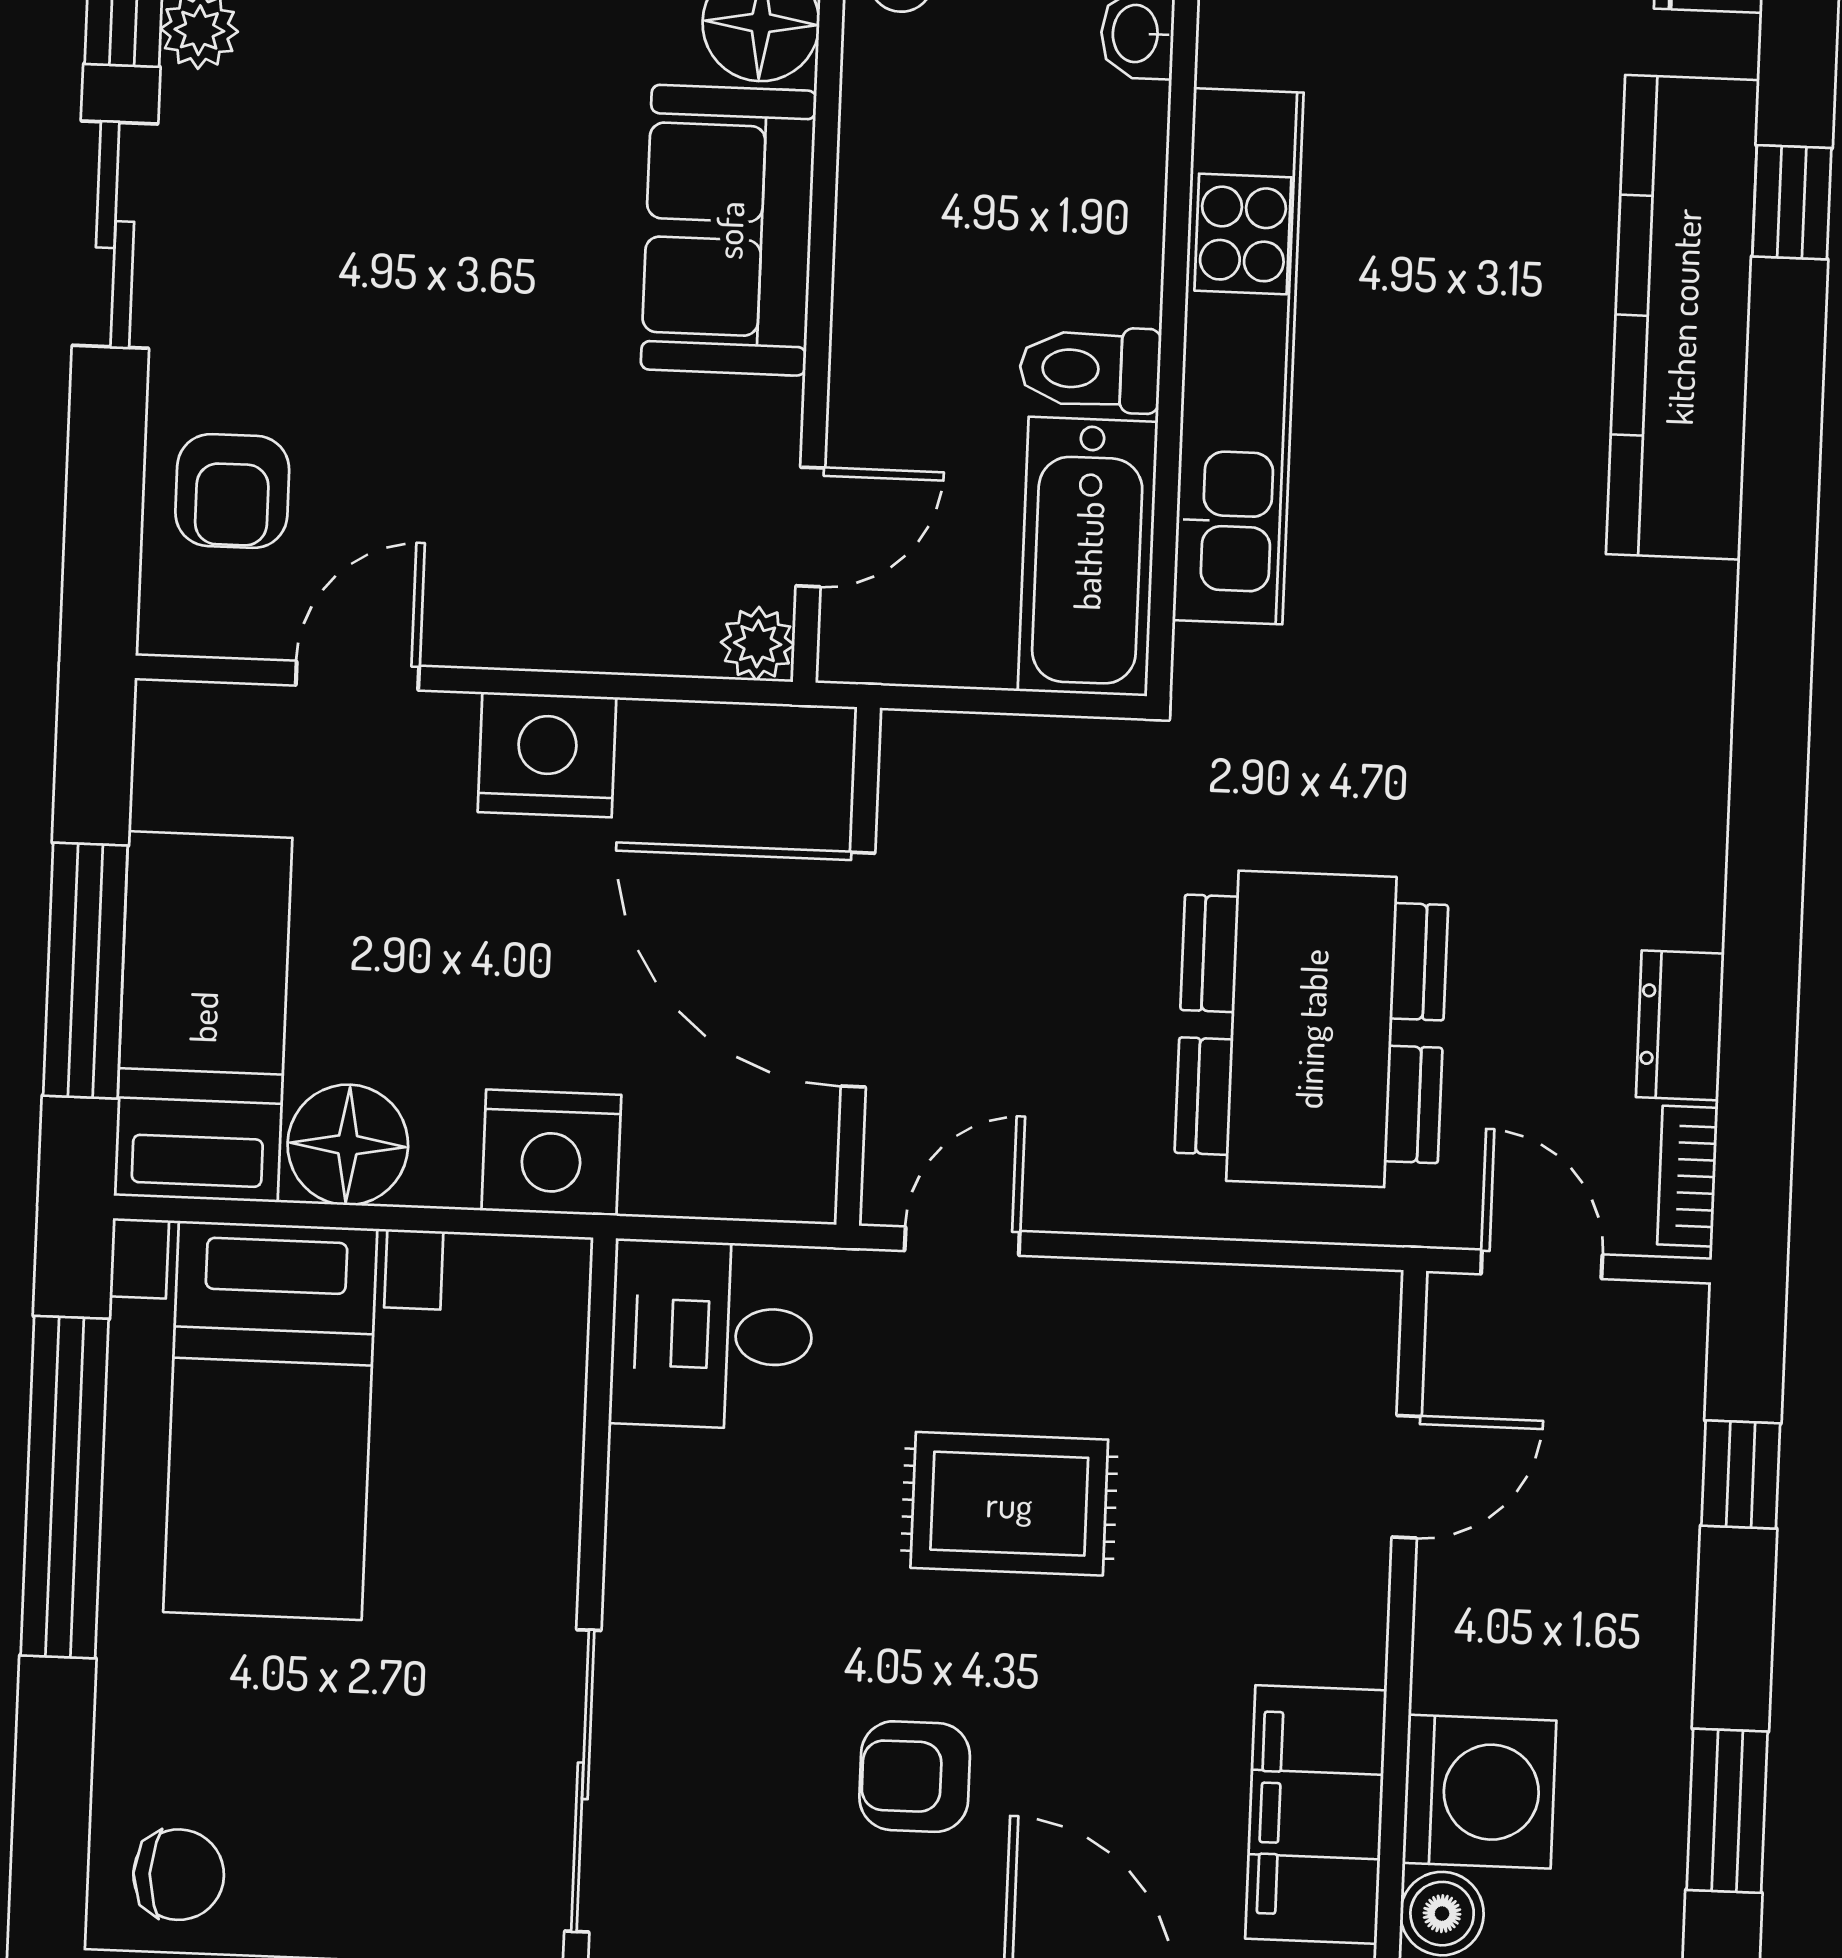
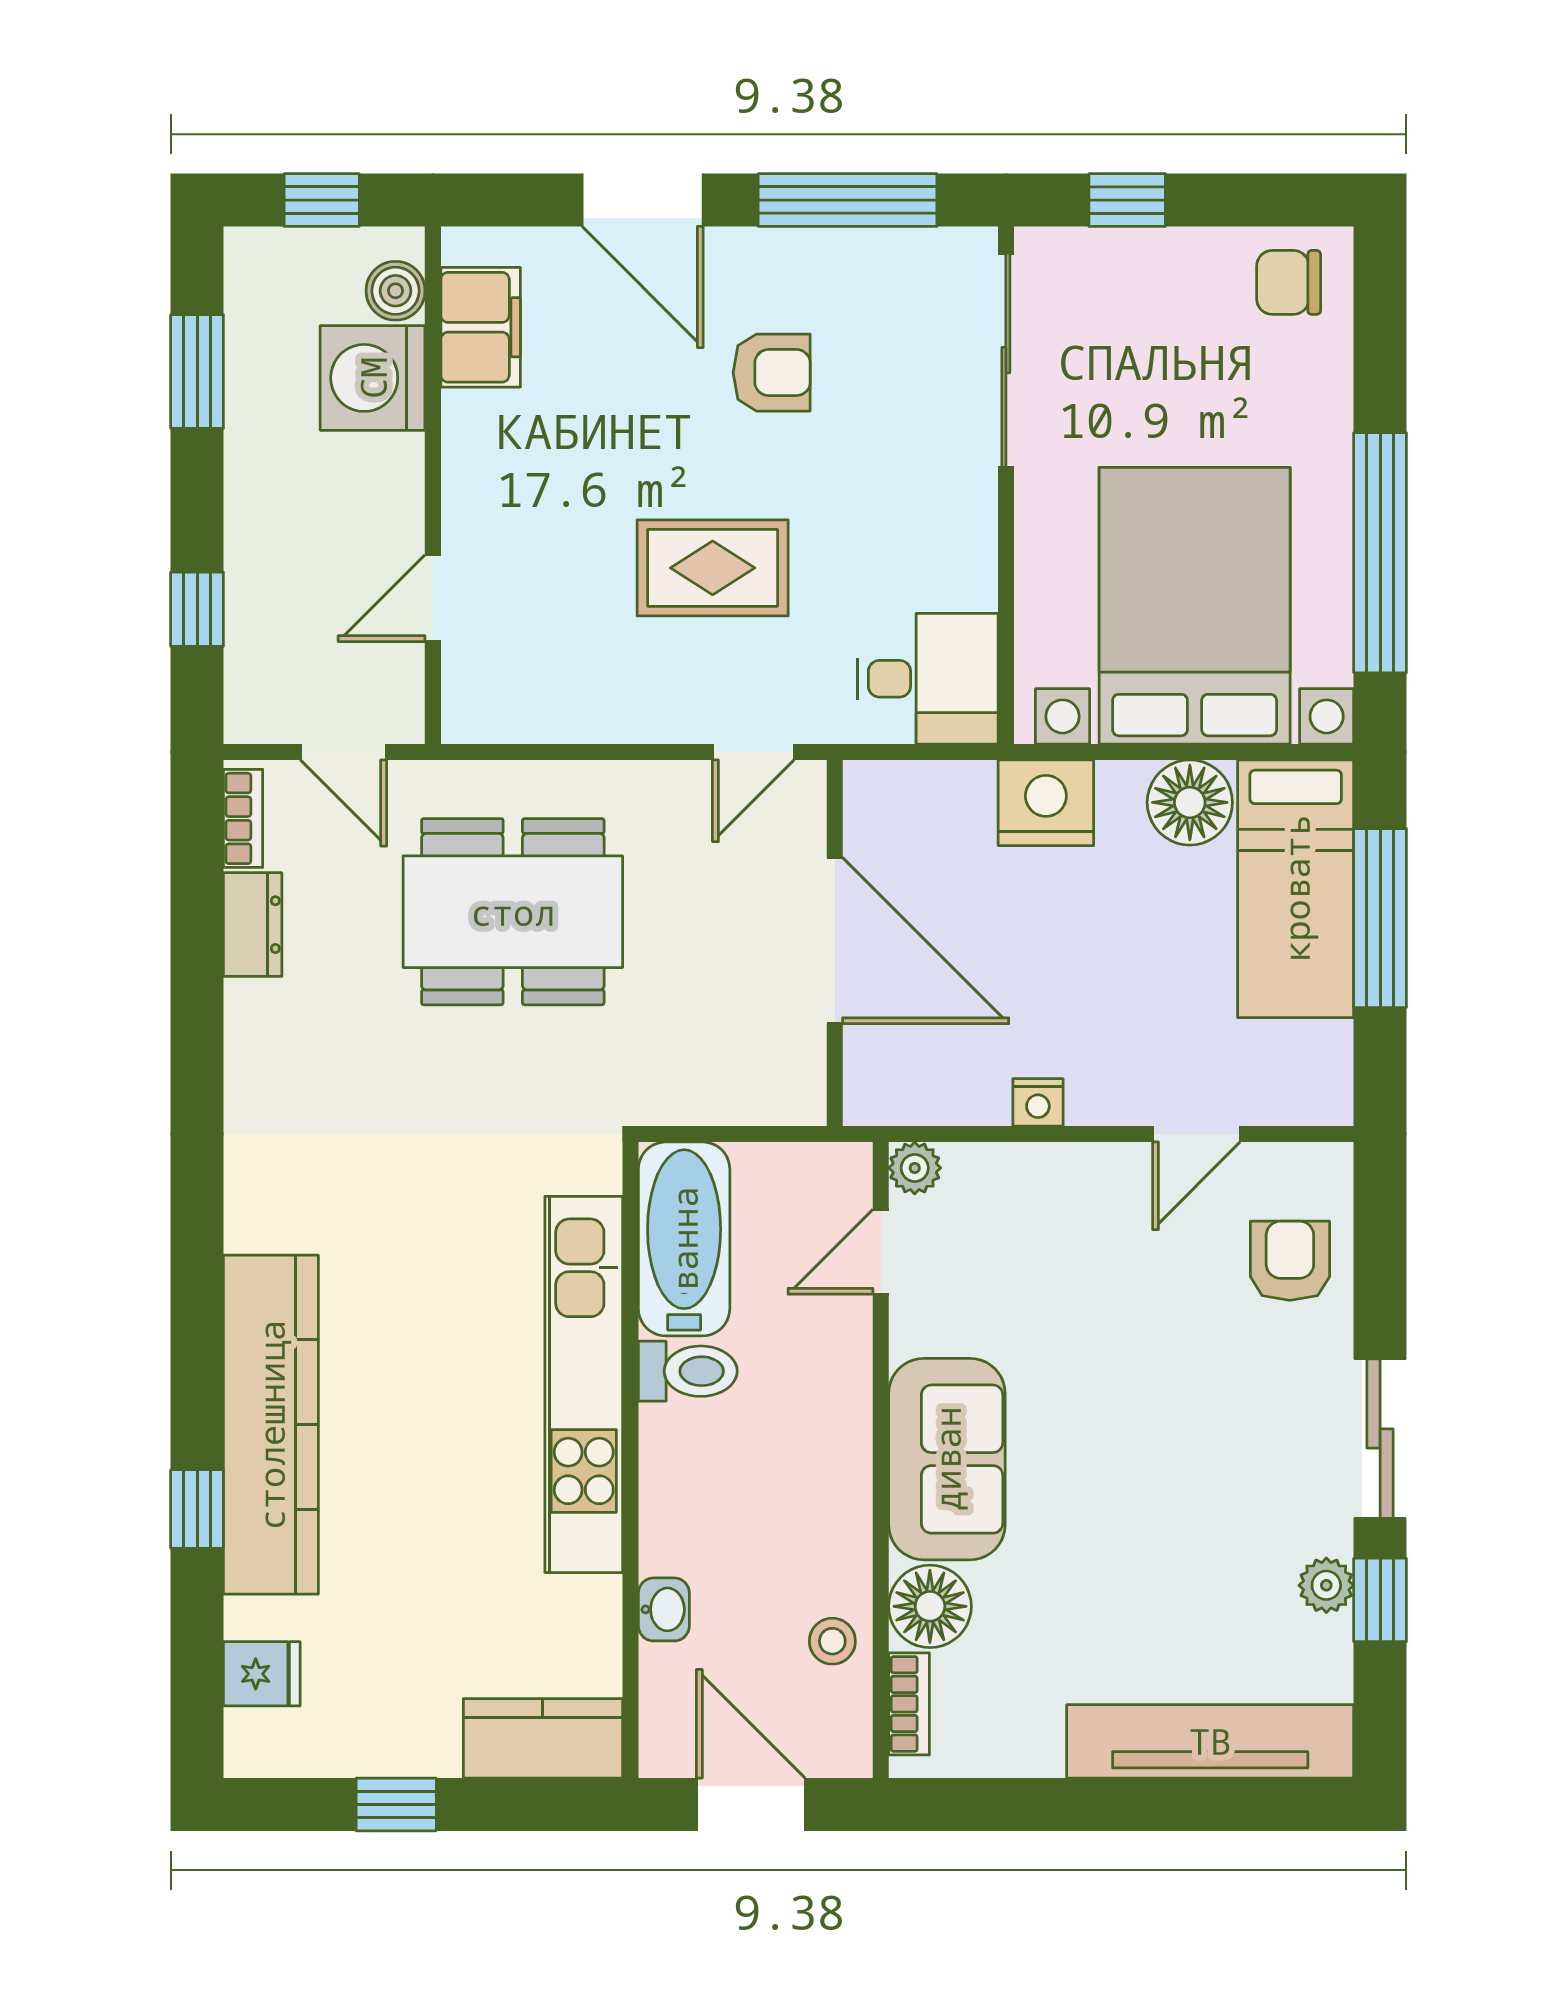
nightstand: (547, 755) -> (1038, 1102), width x0.53, depth x0.56
dining table: (1311, 1029) -> (513, 912), turned 90
bed with nightstands: (270, 1420) -> (1195, 606), width x1.36
filing cabinet: (1316, 1814) -> (481, 327), width x0.67, depth x0.86

